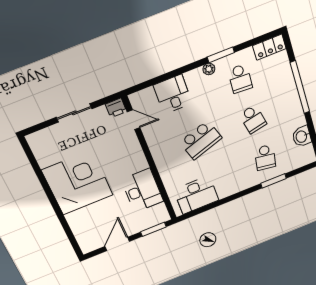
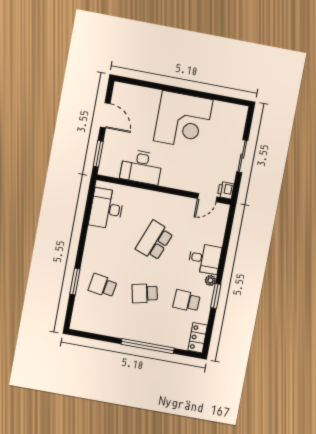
desk: (173, 94) -> (205, 259), moved
washbasin: (302, 136) -> (102, 327), removed
school desk: (201, 140) -> (154, 241), turned 39

